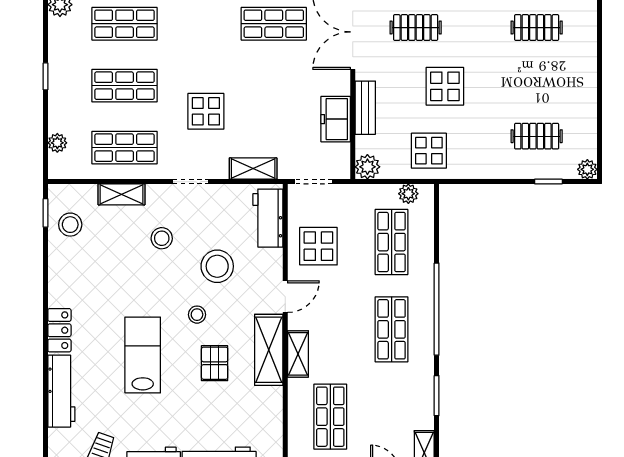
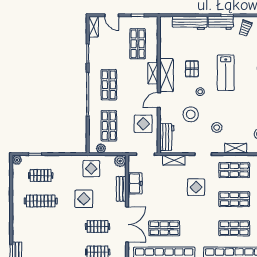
clothes rail: (537, 28) -> (41, 201), moved, width x1.36

